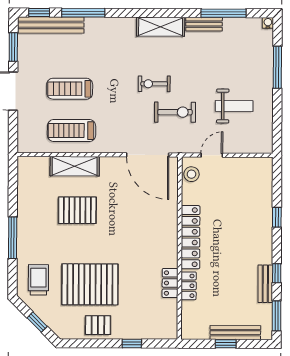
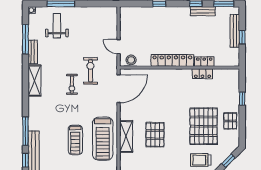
weight bench: (234, 106) -> (57, 26), moved
treadmill: (72, 131) -> (103, 139), width x1.37, depth x1.38

